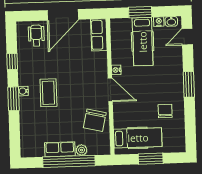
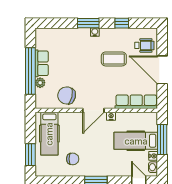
window: (140, 12) -> (162, 139), width x1.44
row of seats: (99, 35) -> (136, 102), width x1.48
coffee table: (48, 93) -> (114, 59), moved
window: (151, 159) -> (30, 155), moved

